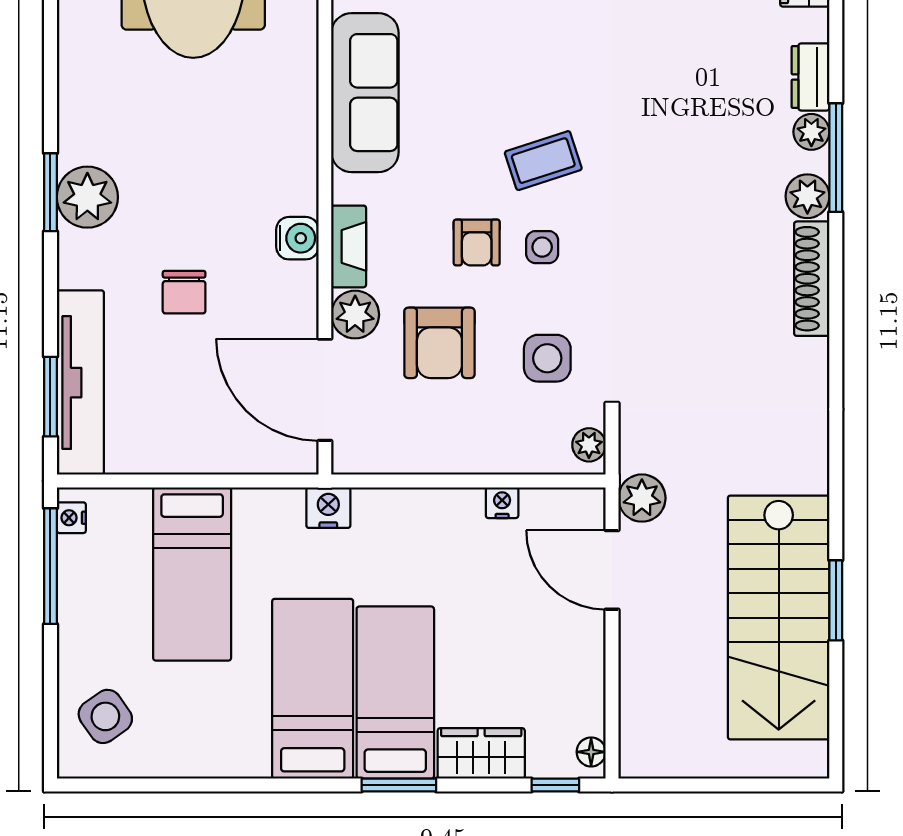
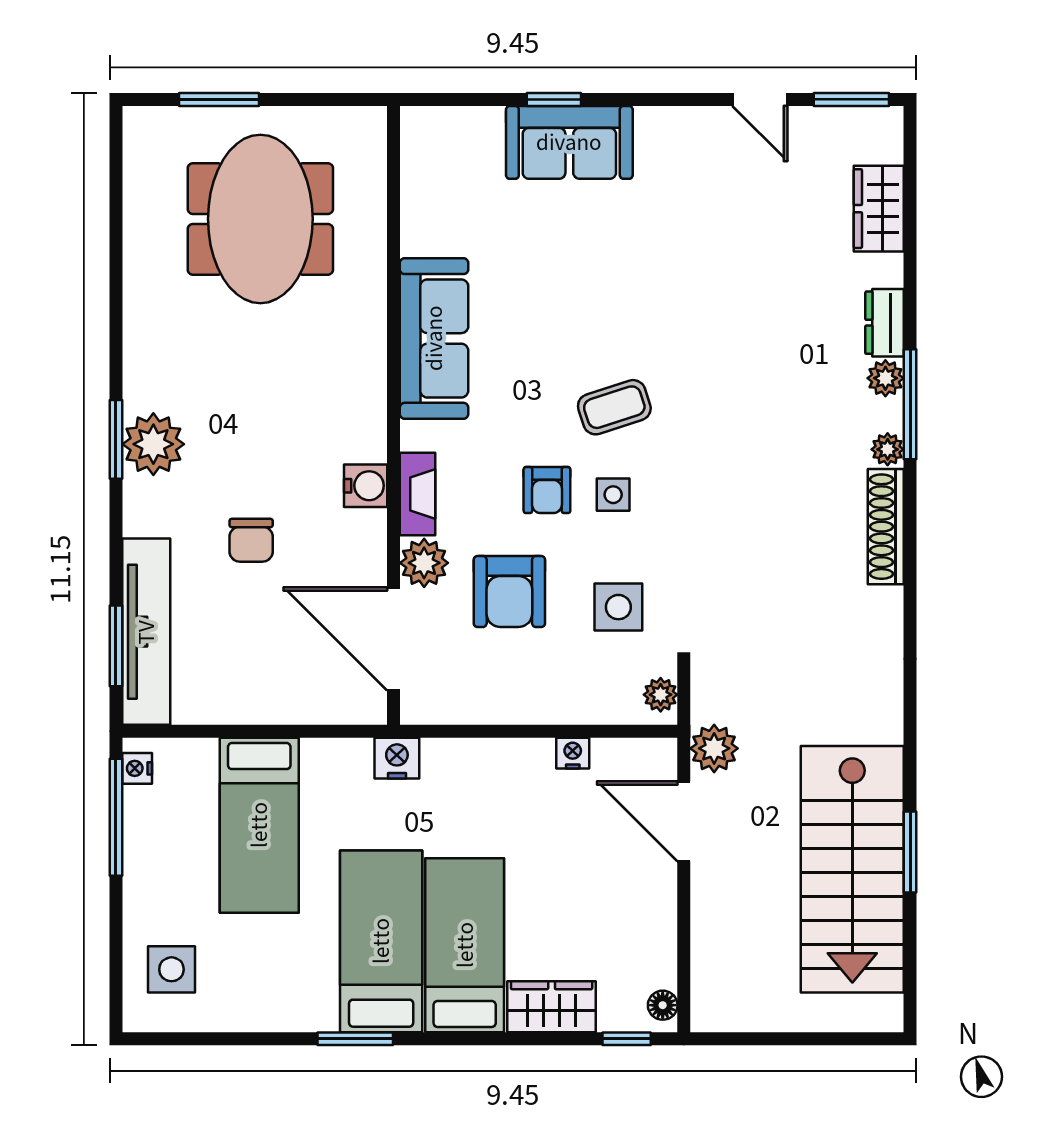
plant: (807, 196) -> (888, 449), width x0.73, depth x0.73
side table: (105, 716) -> (171, 969), turned 35
window: (399, 785) -> (355, 1039), moved

